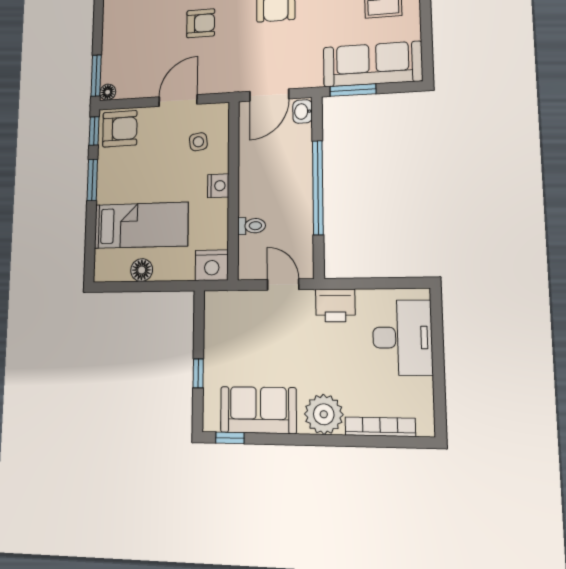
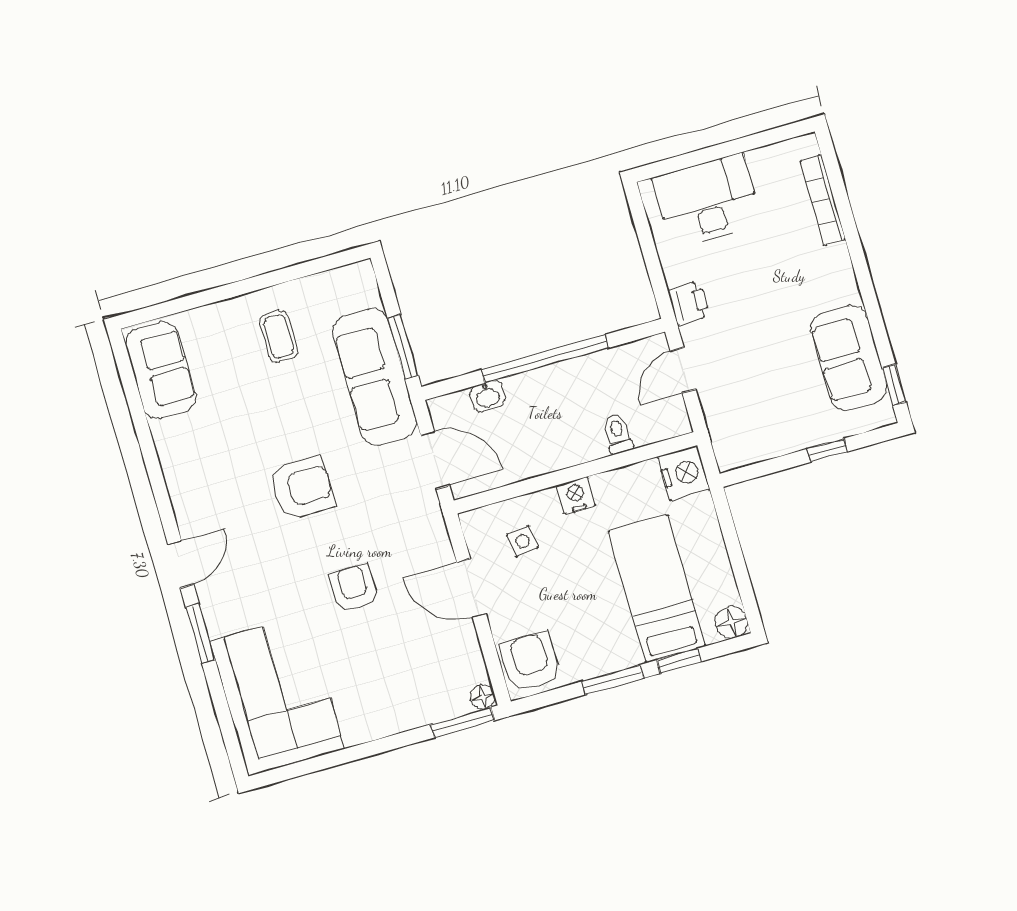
sofa: (373, 64) -> (375, 377), moved
washbasin: (303, 111) -> (488, 396), moved
window: (94, 131) -> (679, 661), moved
floor lamp: (142, 270) -> (731, 622), moved
printer: (335, 305) -> (689, 303), width x0.73, depth x0.81
plant: (324, 414) -> (829, 274), removed

